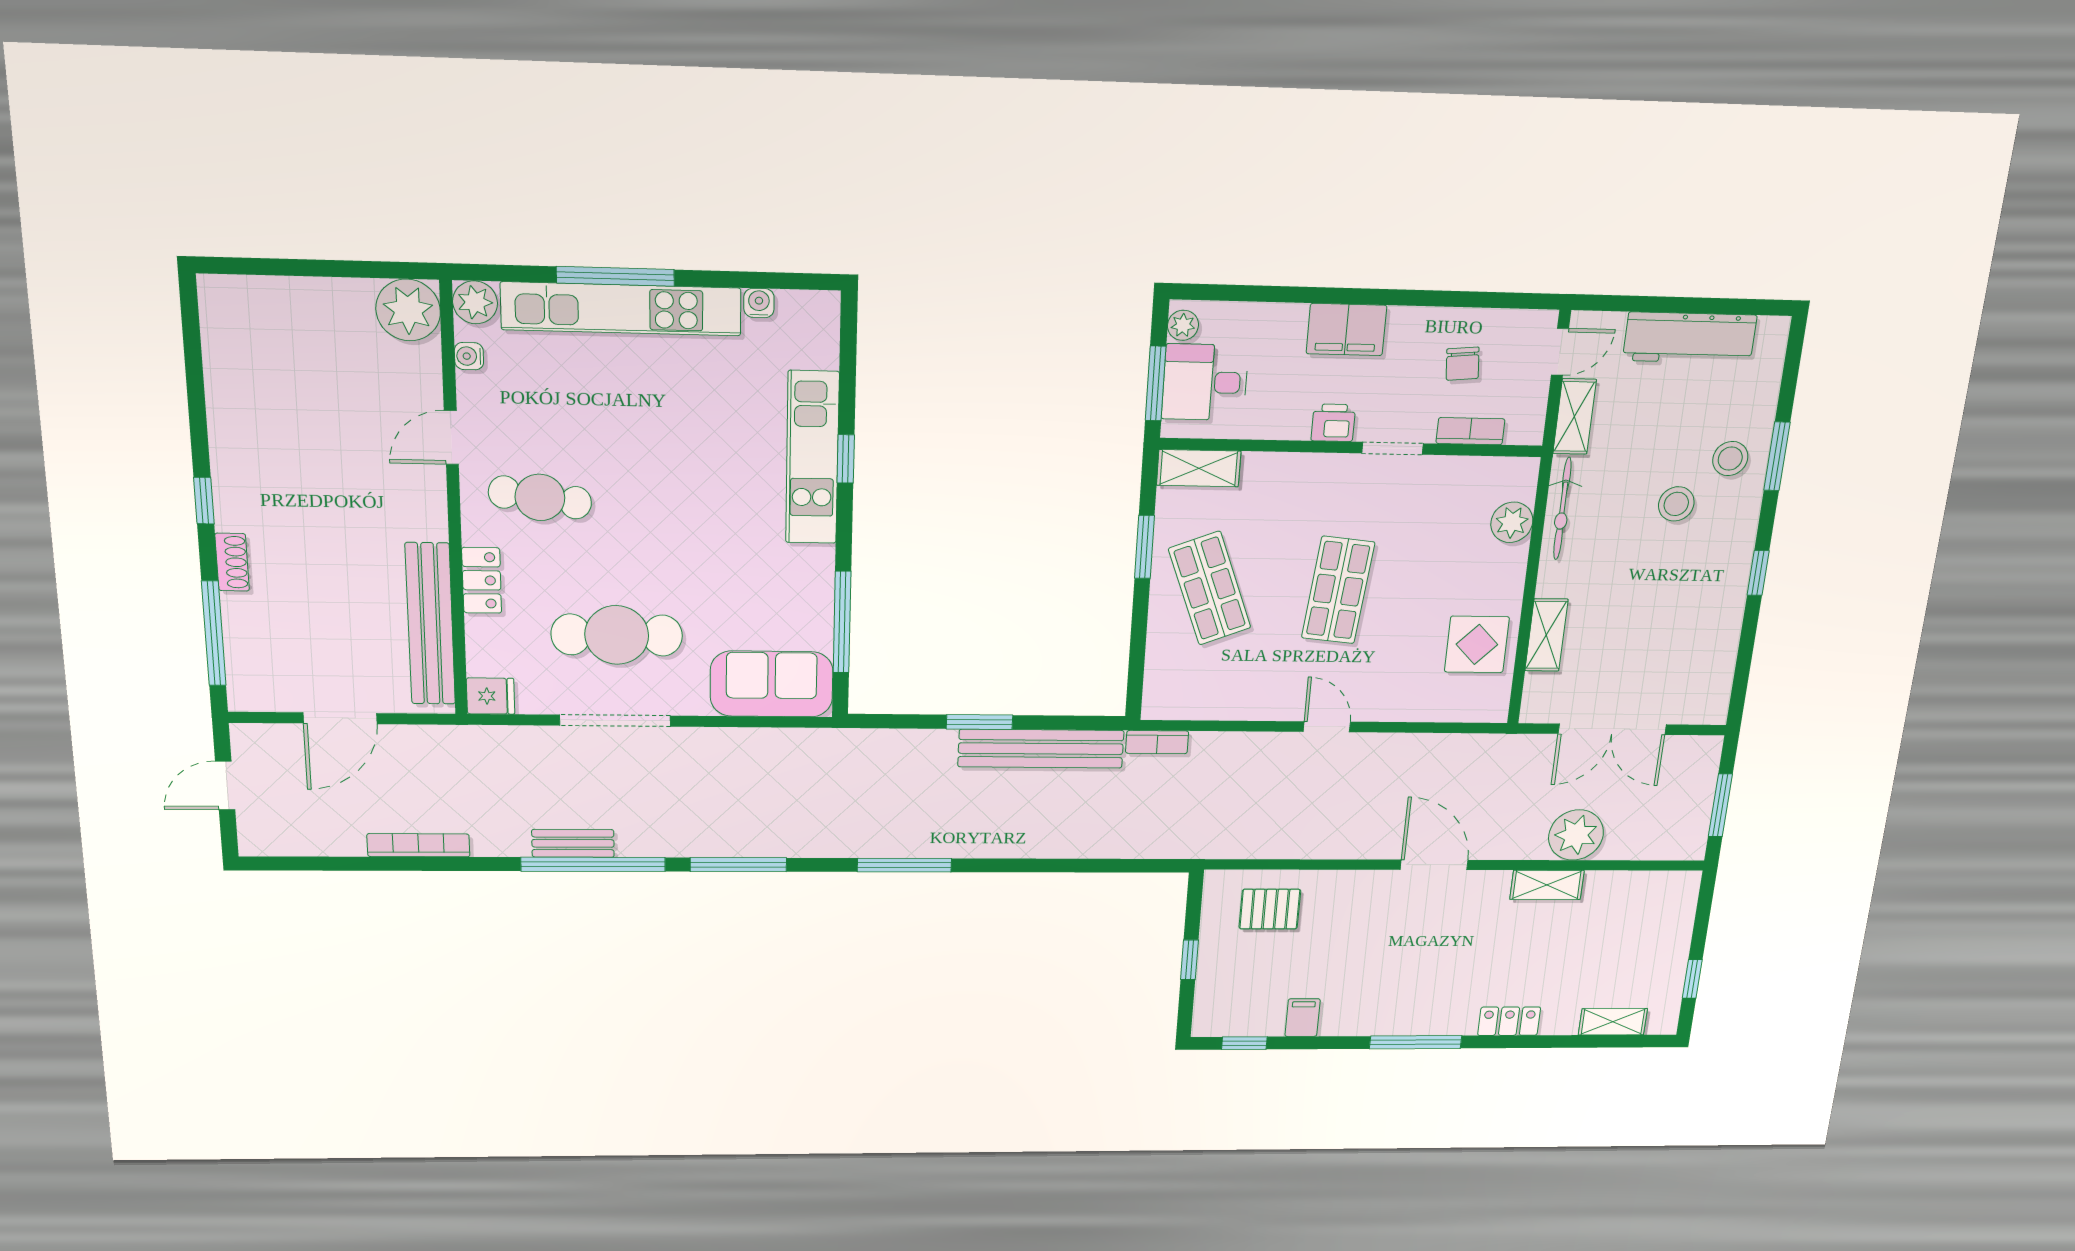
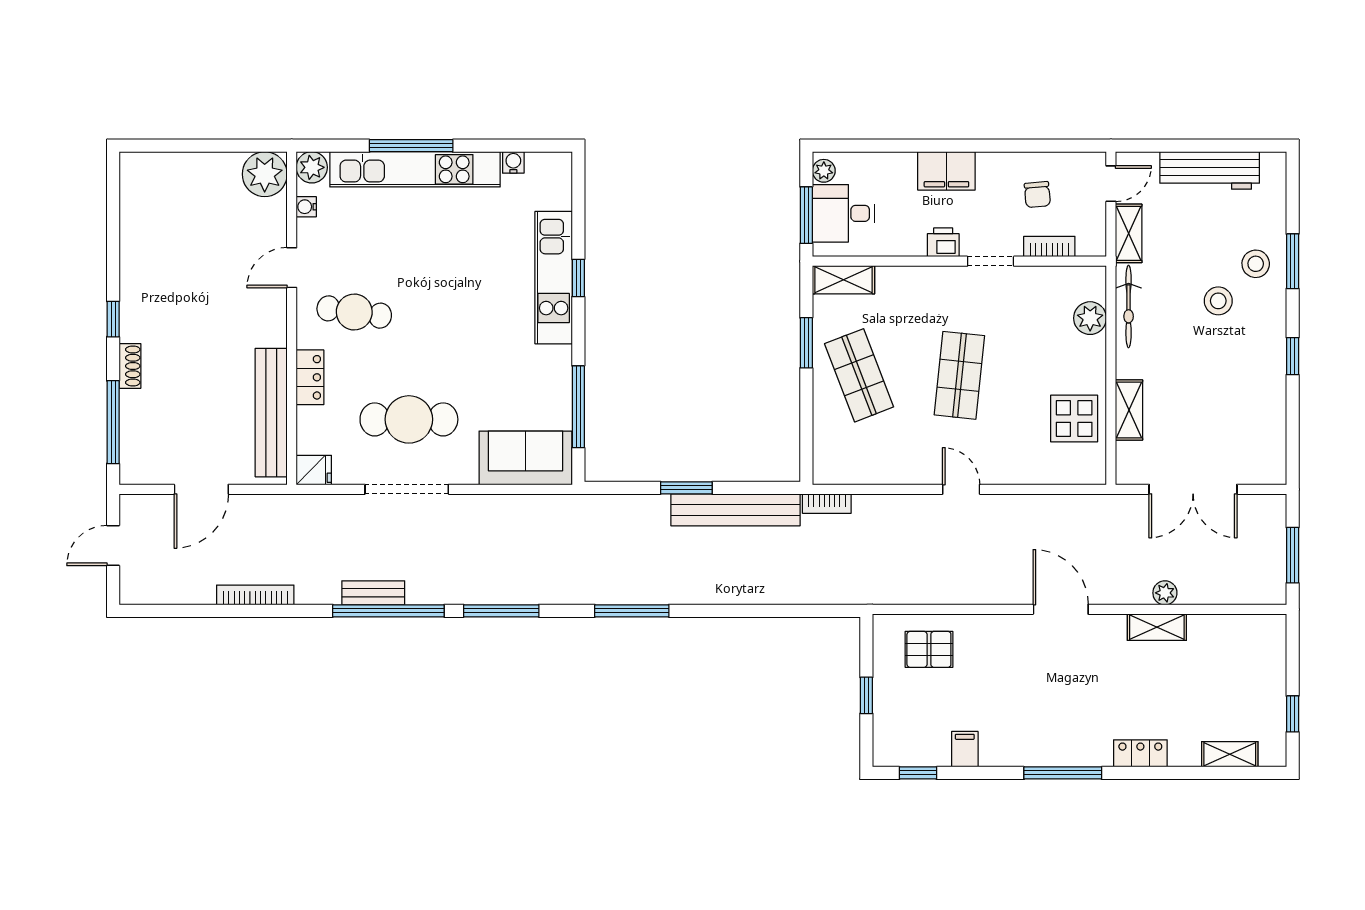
plant: (1576, 835) -> (1165, 593), width x0.53, depth x0.53

